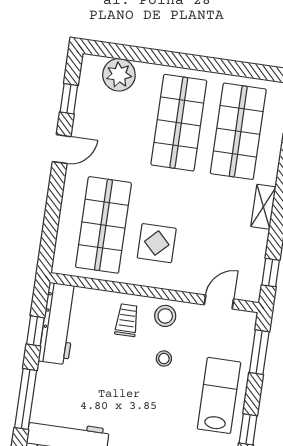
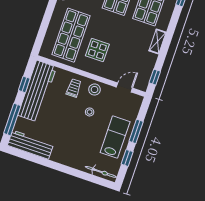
workbench: (59, 324) -> (37, 91), width x1.36, depth x1.32
window: (259, 352) -> (136, 131), moved

